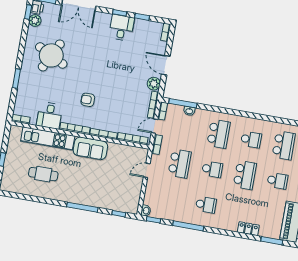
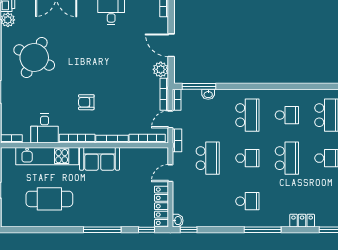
cafe table: (43, 174) -> (49, 199), width x1.37, depth x1.35
locker: (135, 196) -> (161, 206), added
window: (188, 226) -> (263, 230), moved

